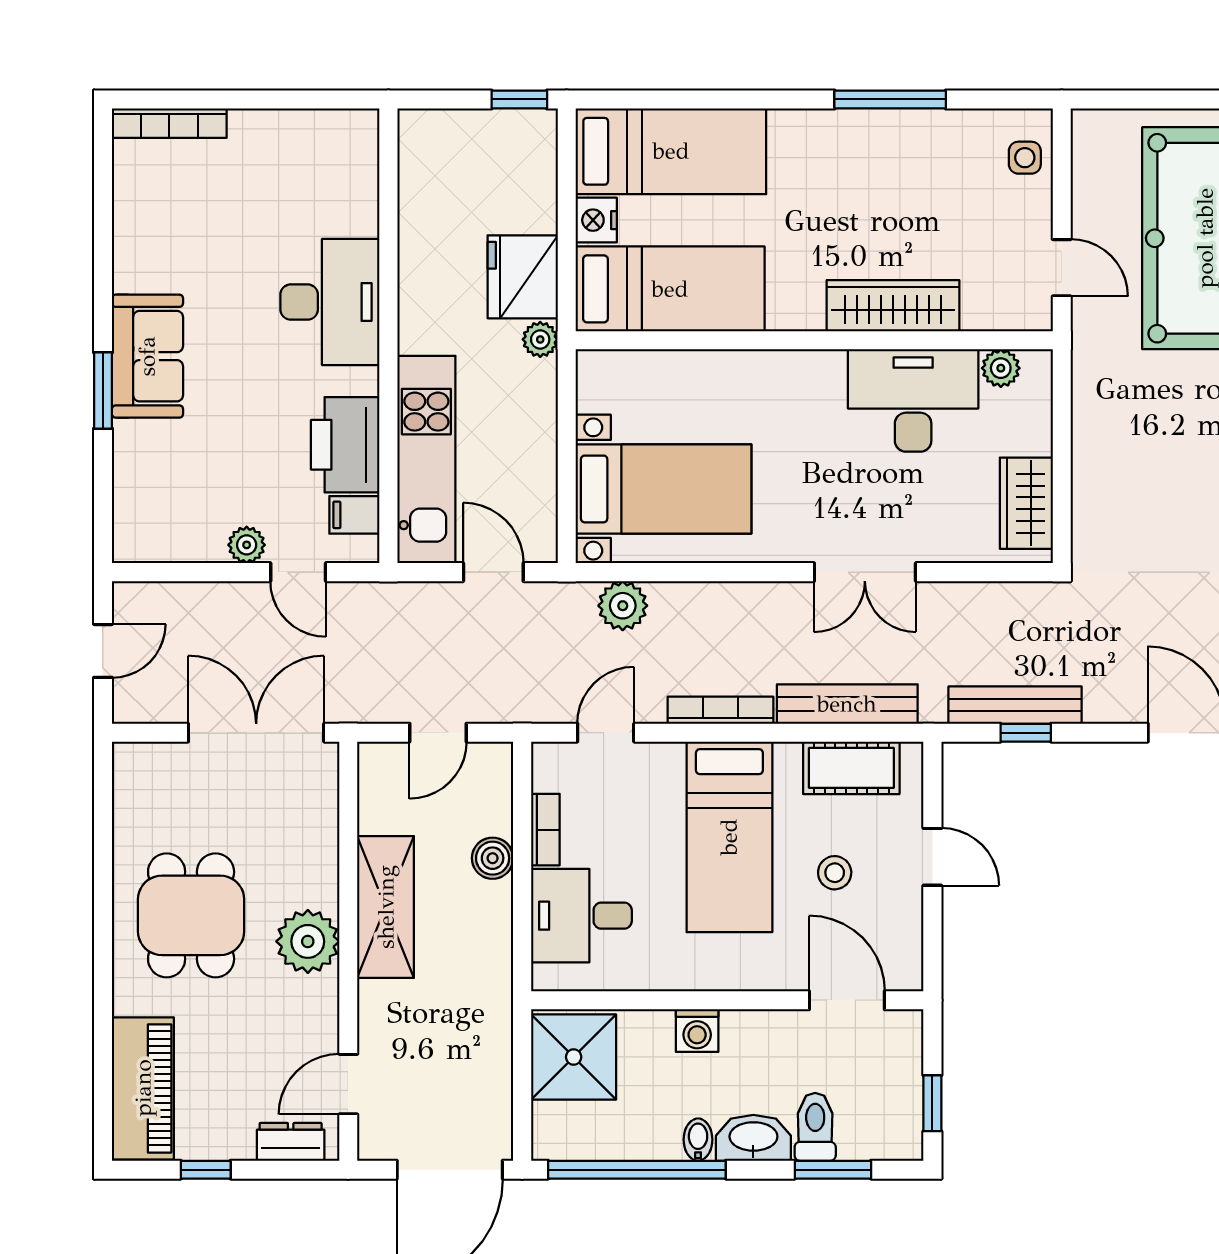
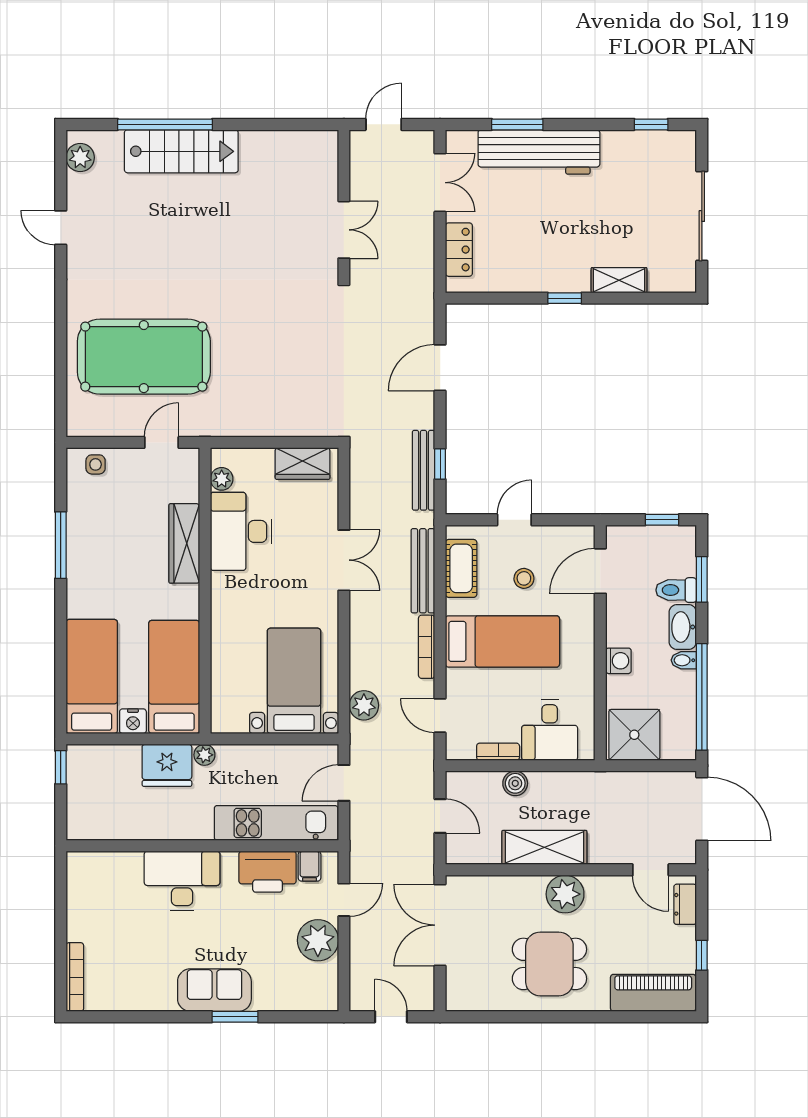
plant: (247, 545) -> (318, 940), width x1.88, depth x1.88

